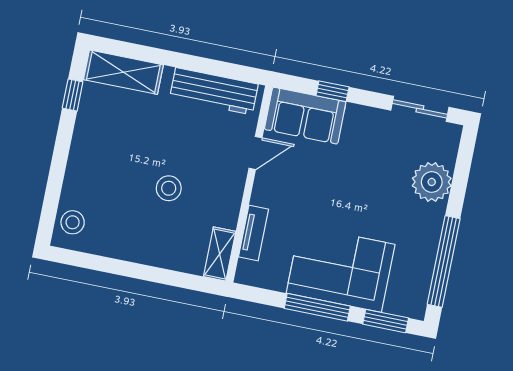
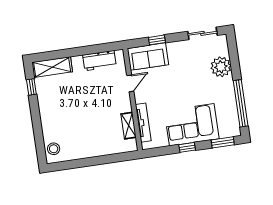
workbench: (214, 91) -> (99, 61), width x0.73
stool: (169, 188) -> (94, 116), removed
tv unit: (253, 233) -> (143, 123), width x1.41
shelving: (220, 254) -> (129, 126), moved
window: (317, 307) -> (187, 147), width x0.46

